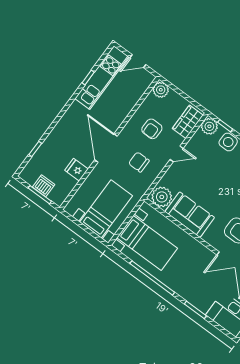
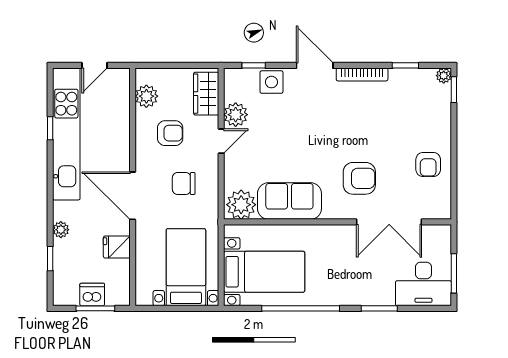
kitchen unit: (102, 78) -> (66, 134), width x1.36
plant: (161, 90) -> (146, 96), moved
plant: (209, 126) -> (236, 115), moved
armchair: (152, 129) -> (170, 133), turned -90
plant: (53, 137) -> (61, 230), added

